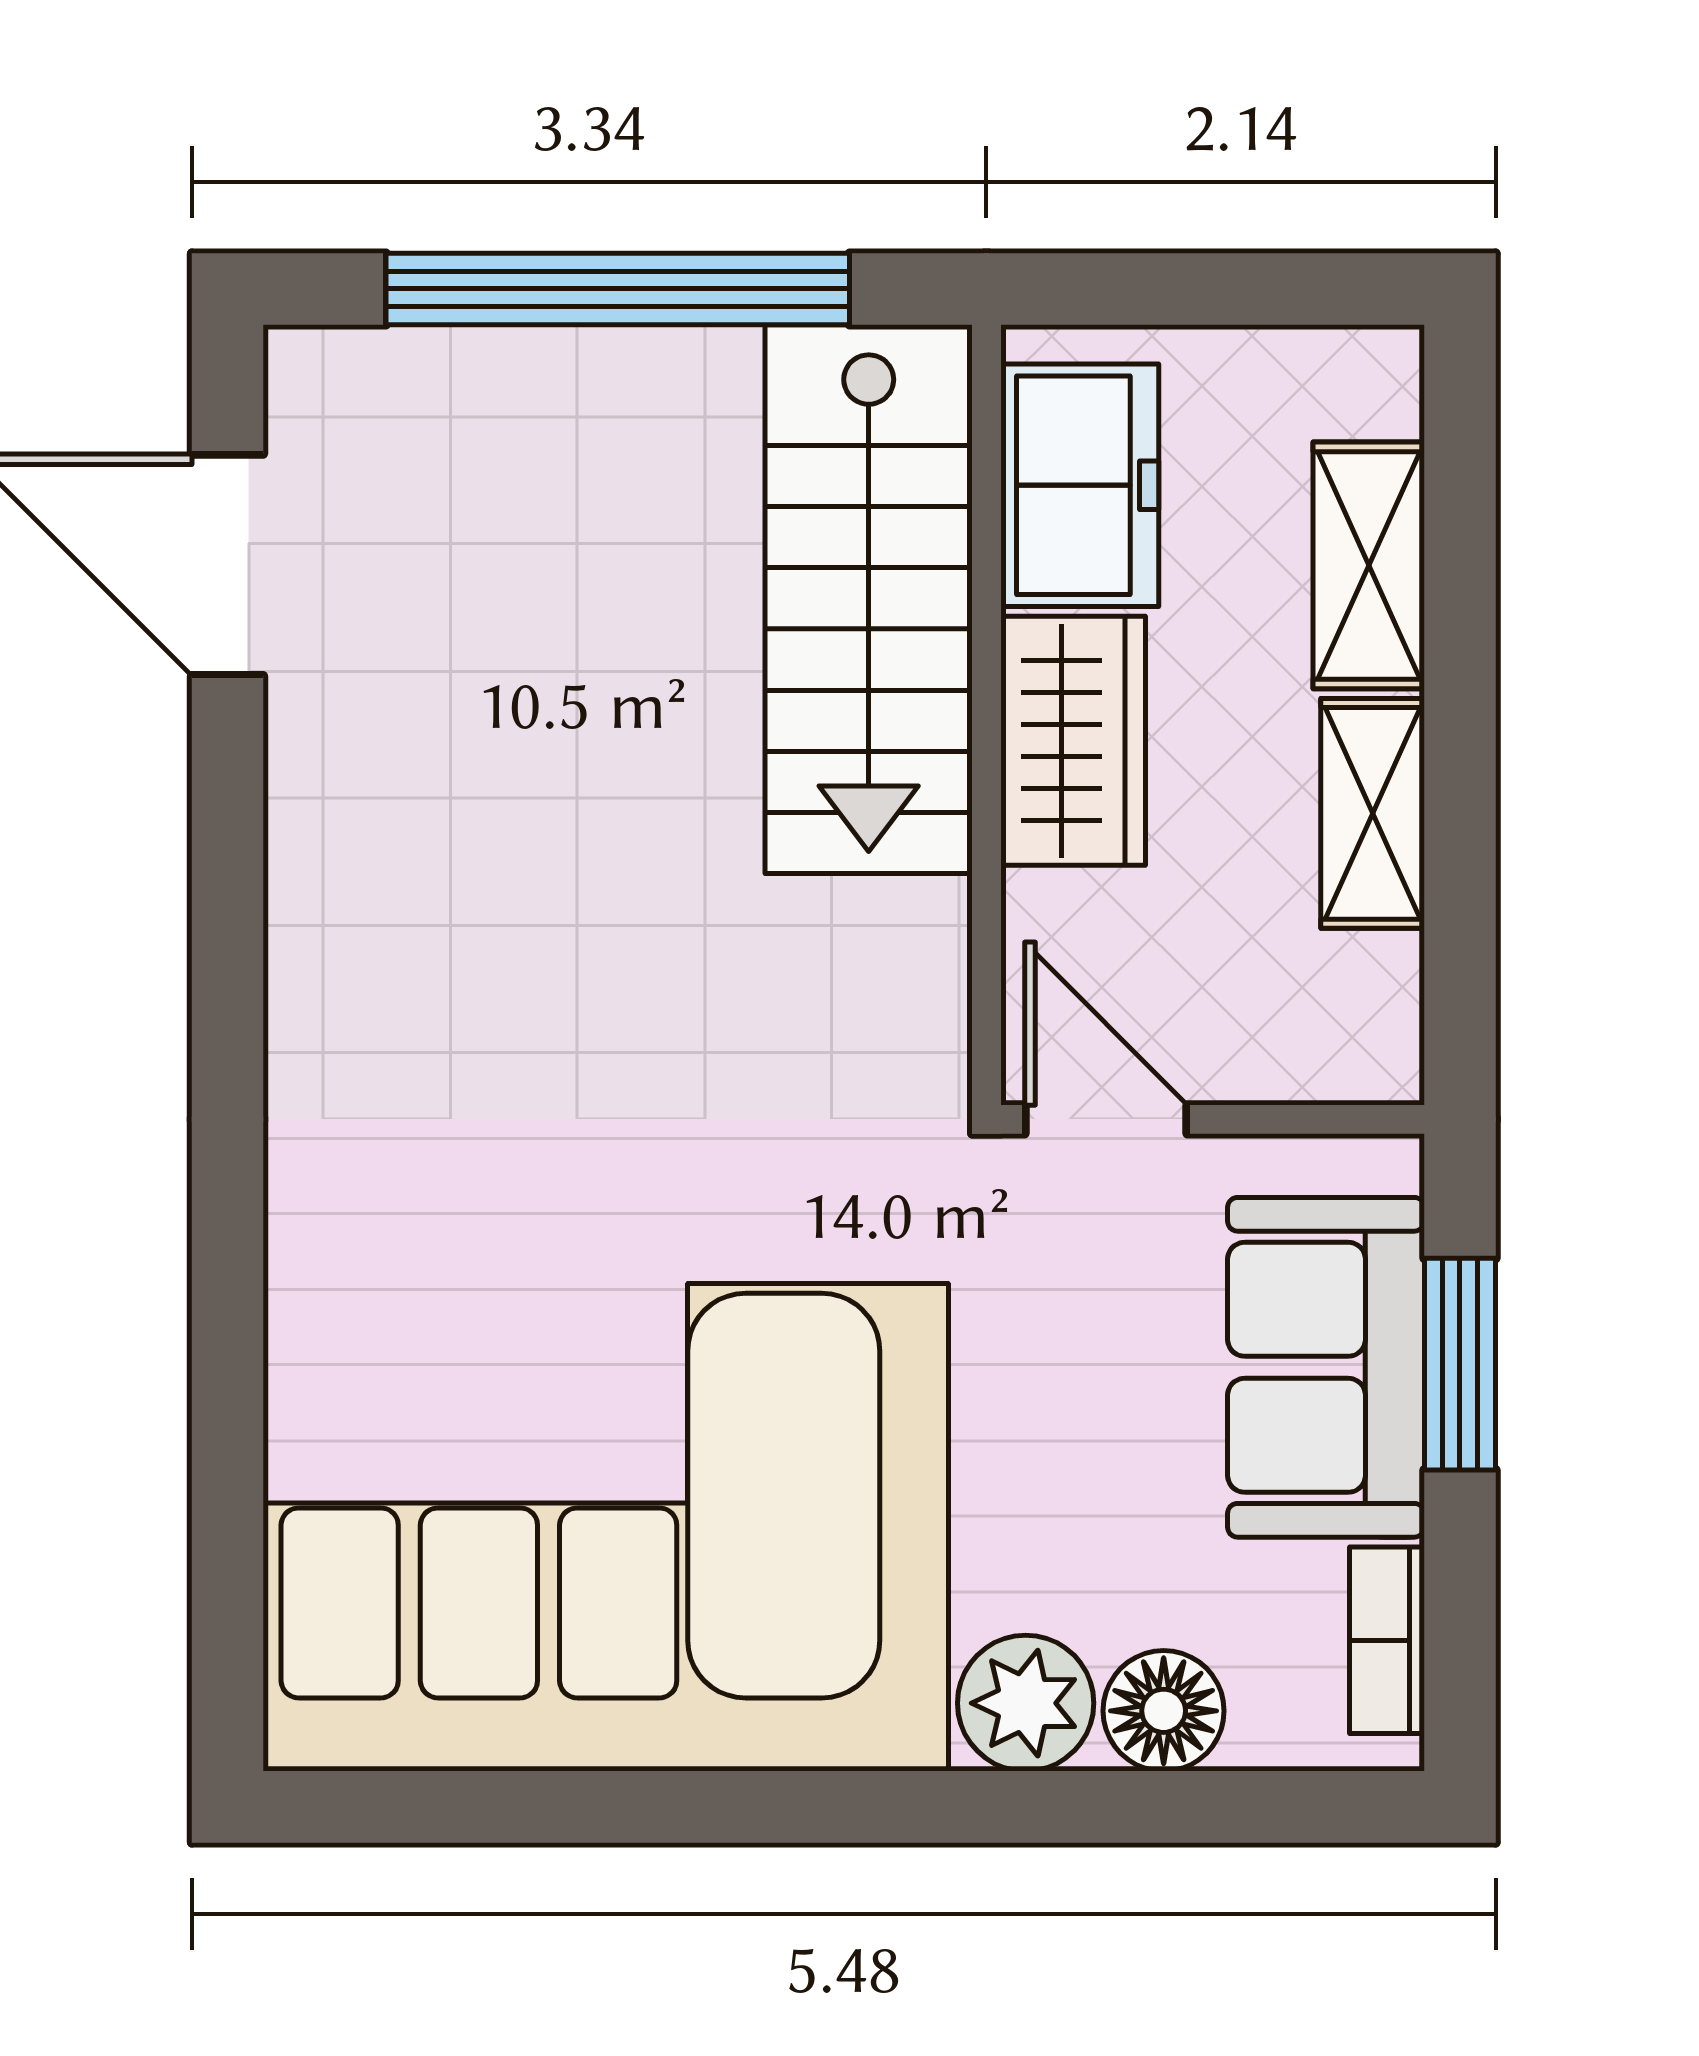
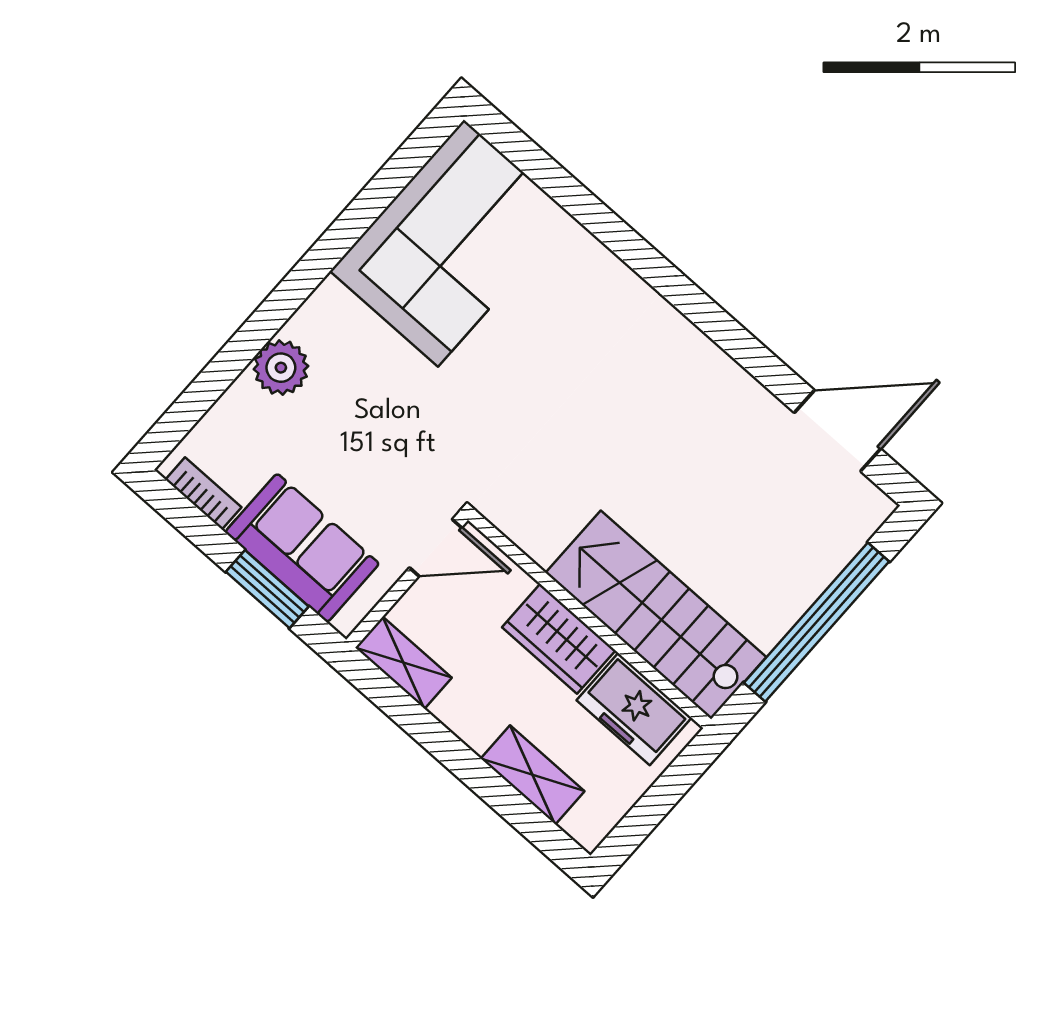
shelving: (1373, 813) -> (403, 663), moved
corner sofa: (606, 1527) -> (451, 243), width x0.73, depth x0.74
floor lamp: (1164, 1711) -> (242, 407), removed

